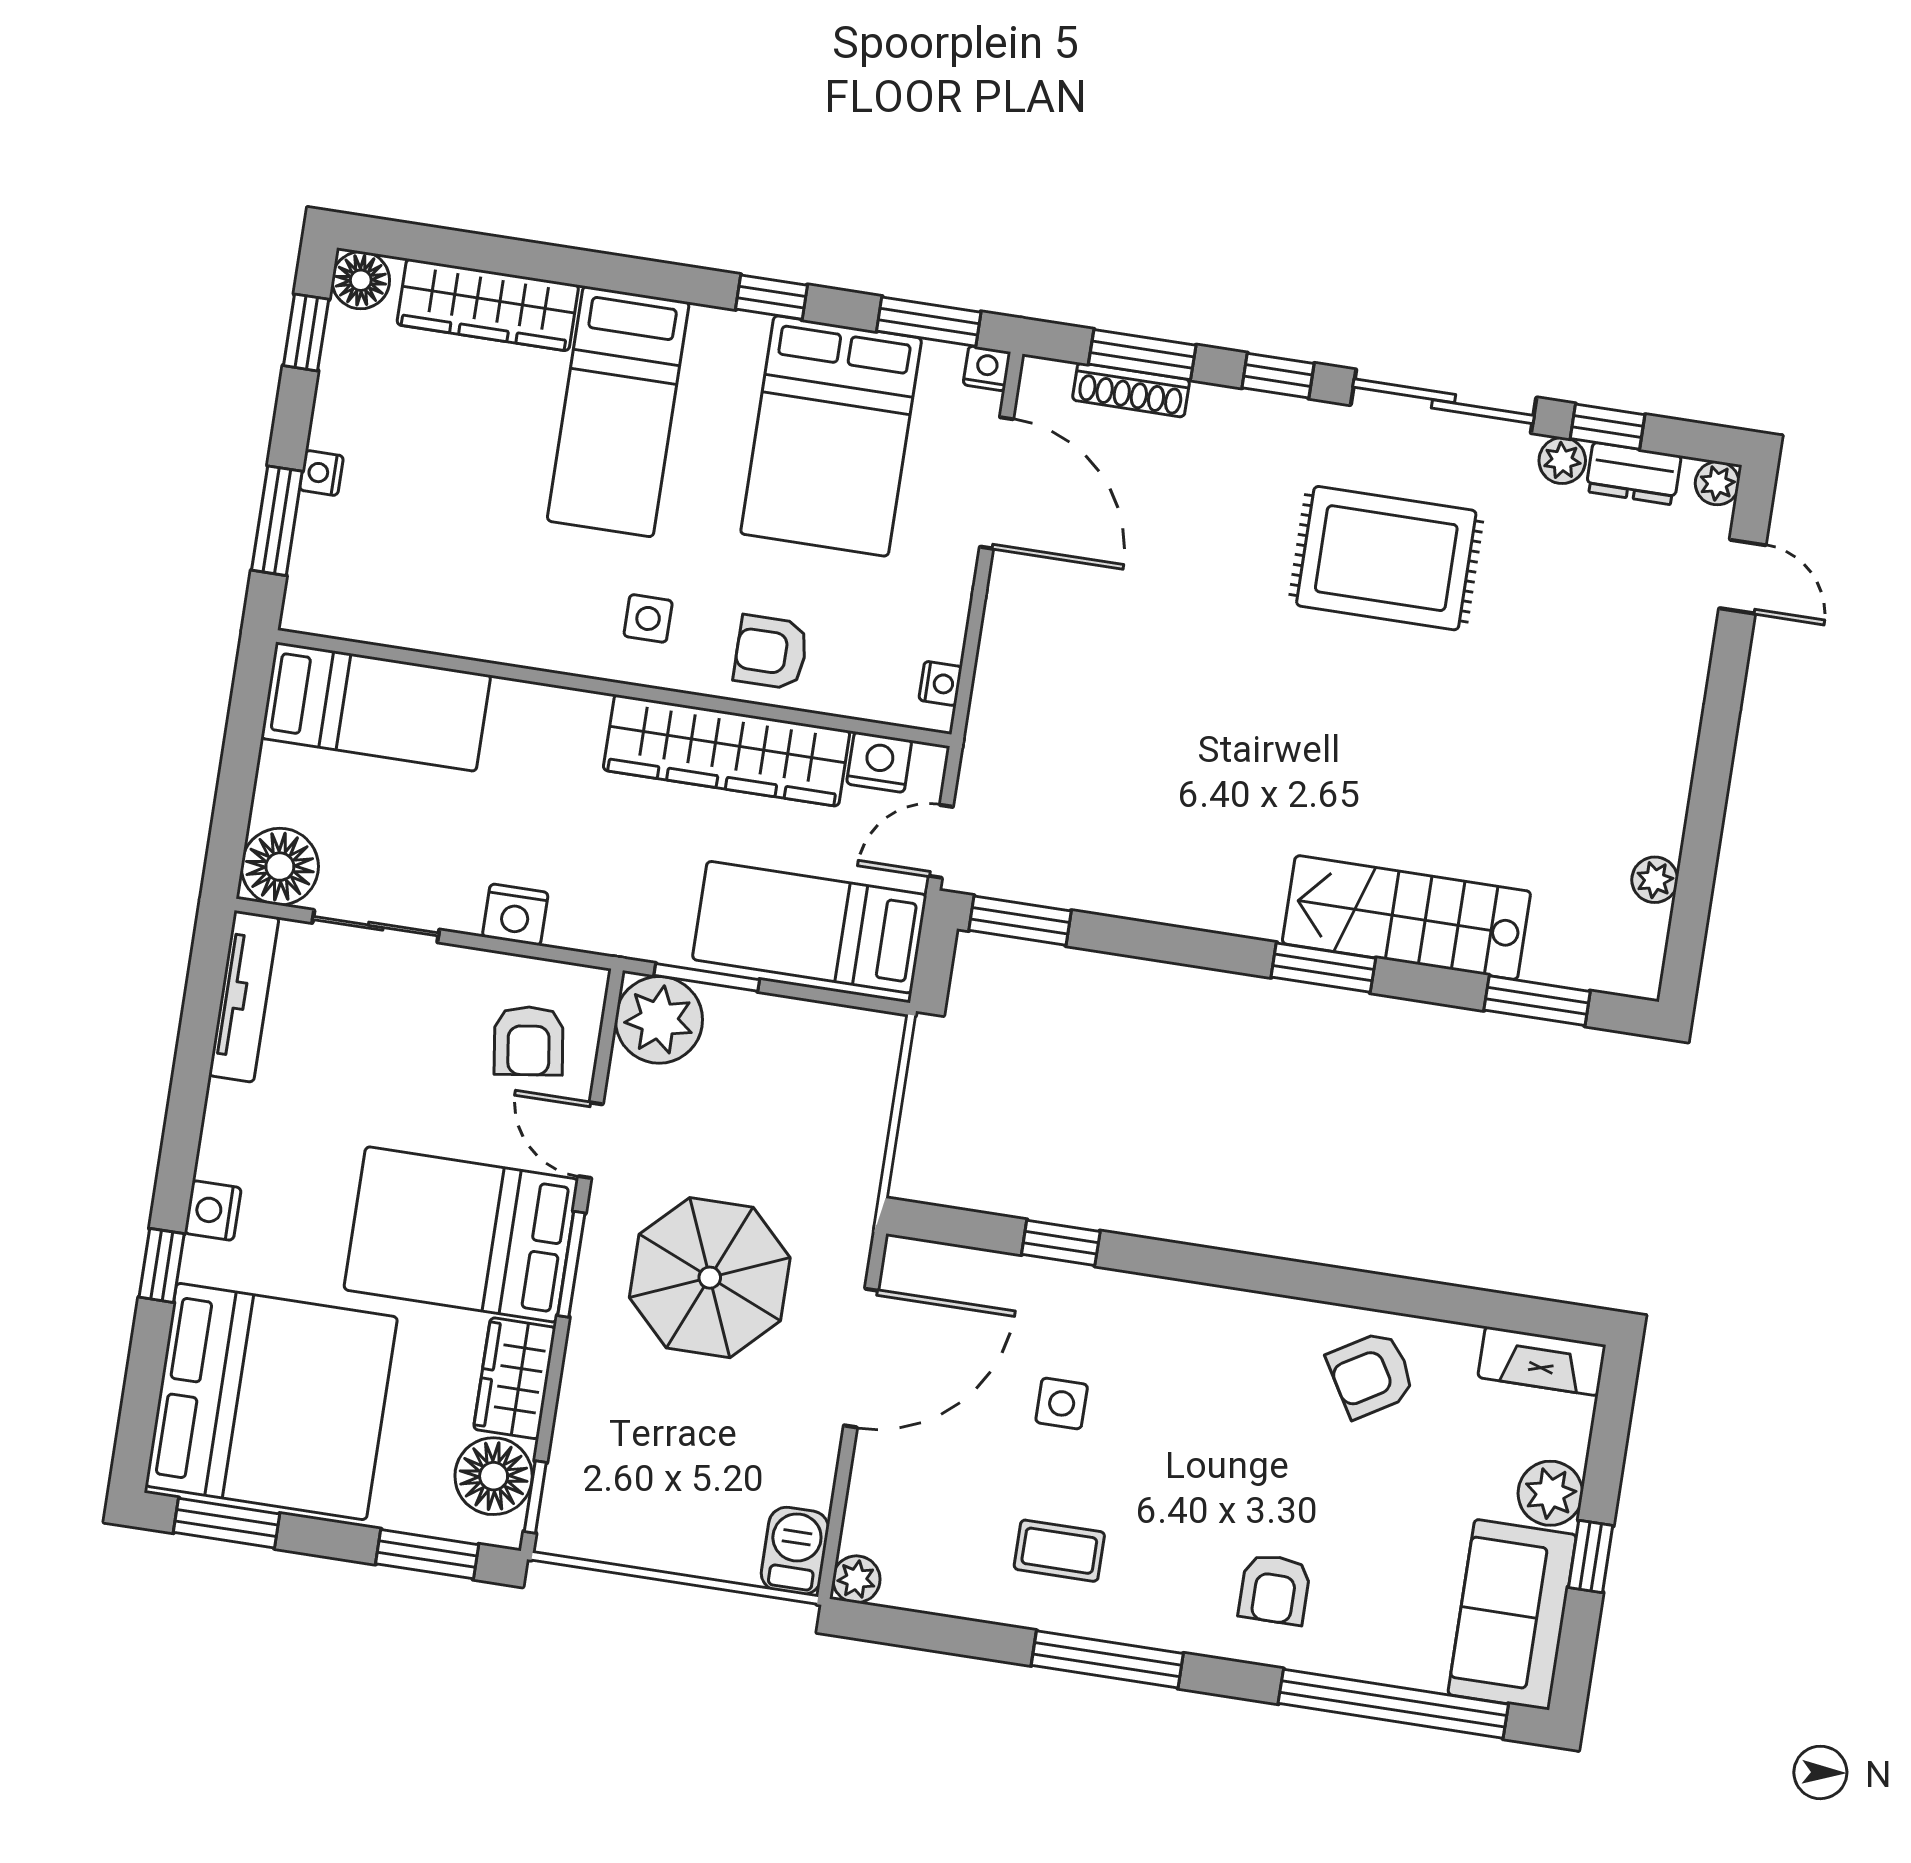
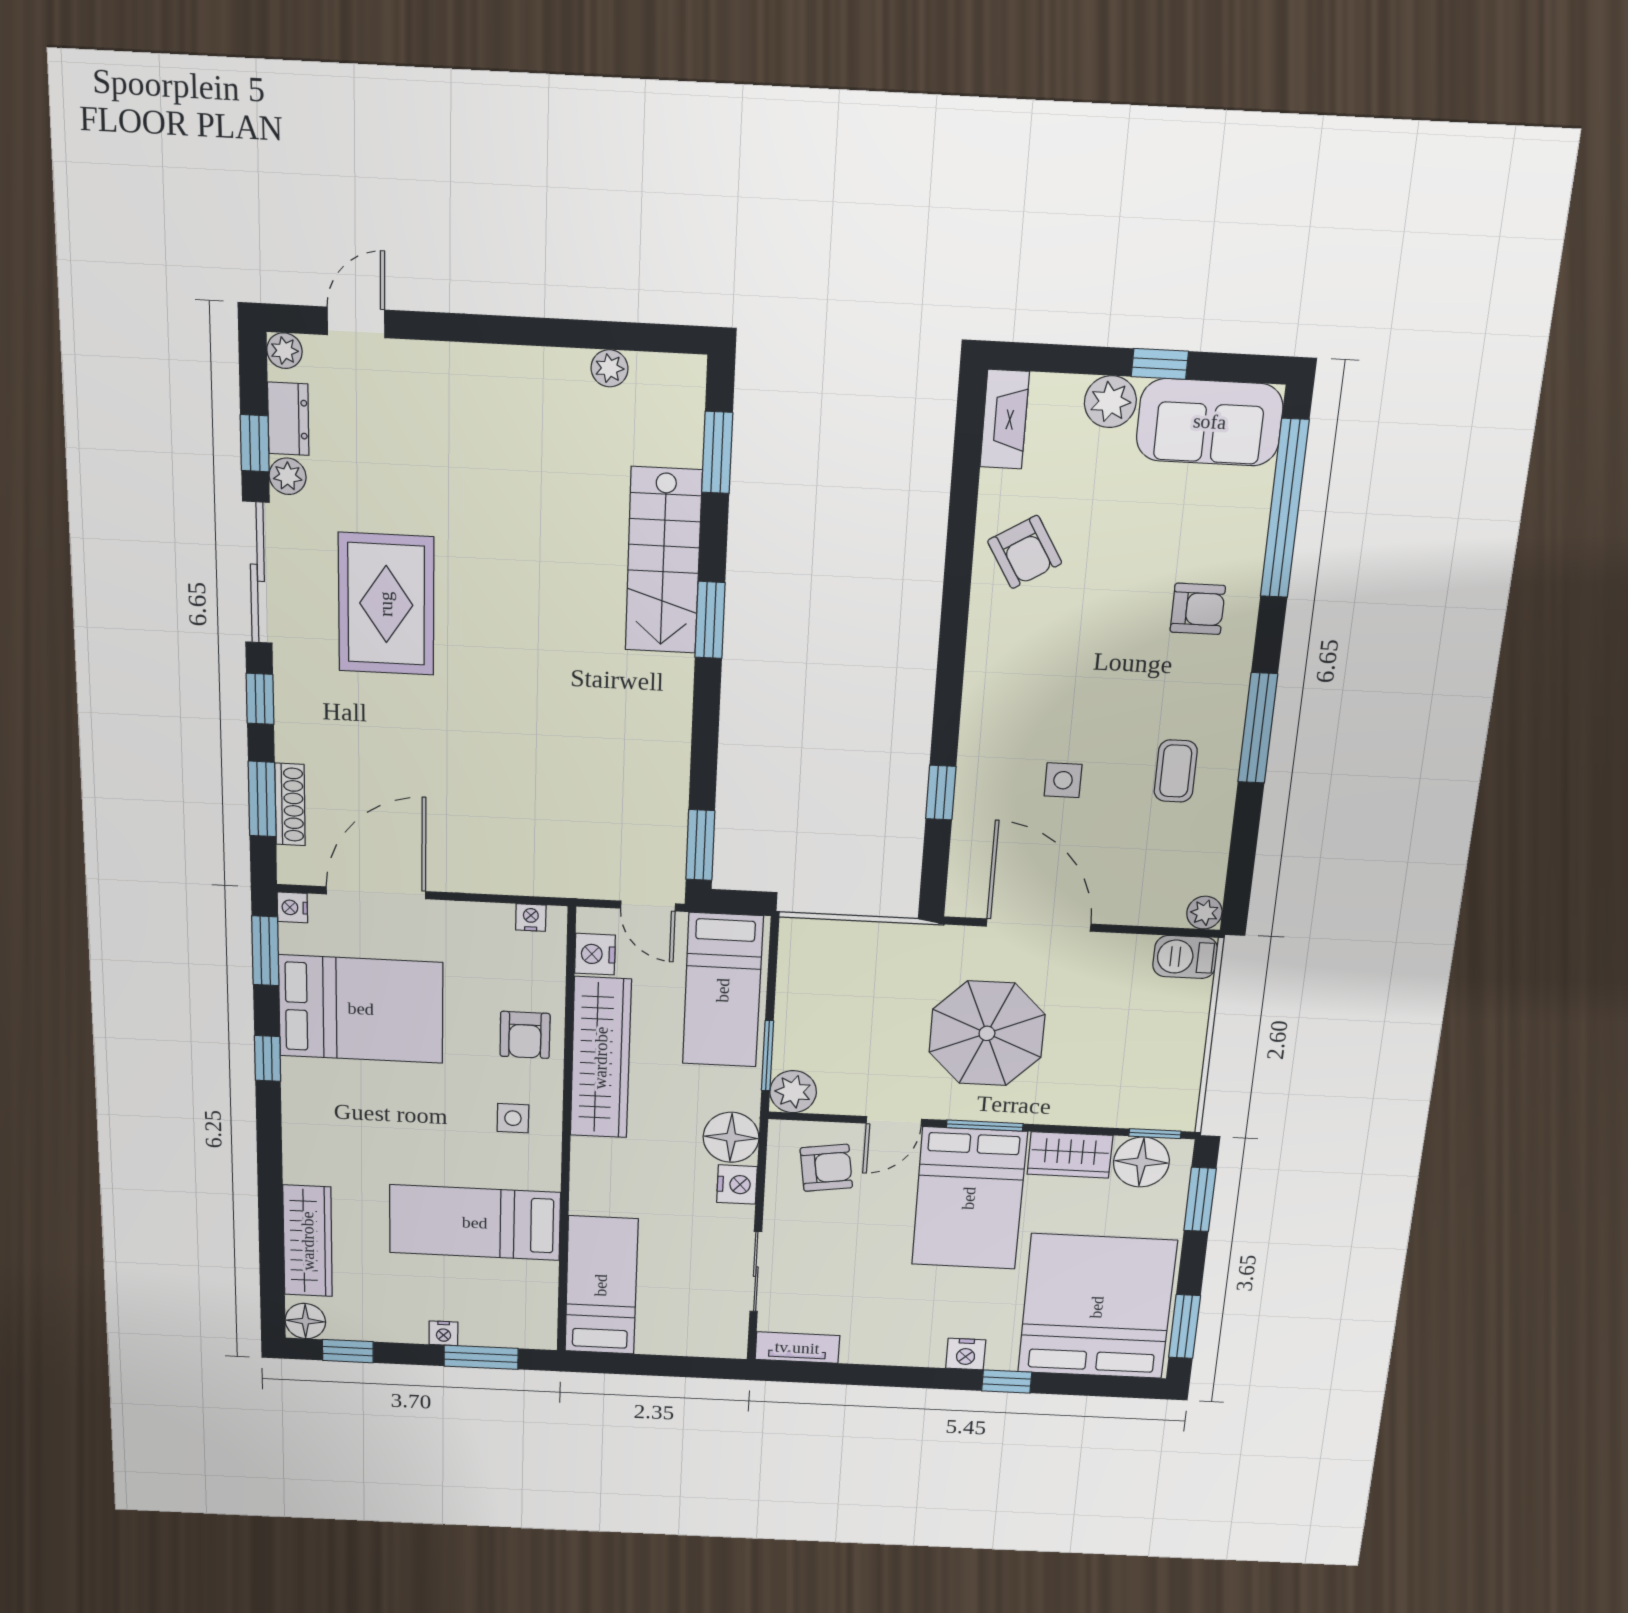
bed: (618, 412) -> (475, 1223), moved, turned 180
floor lamp: (280, 867) -> (731, 1137), moved
tv unit: (244, 996) -> (797, 1348), width x0.71
plant: (659, 1020) -> (793, 1092), width x0.73, depth x0.73

